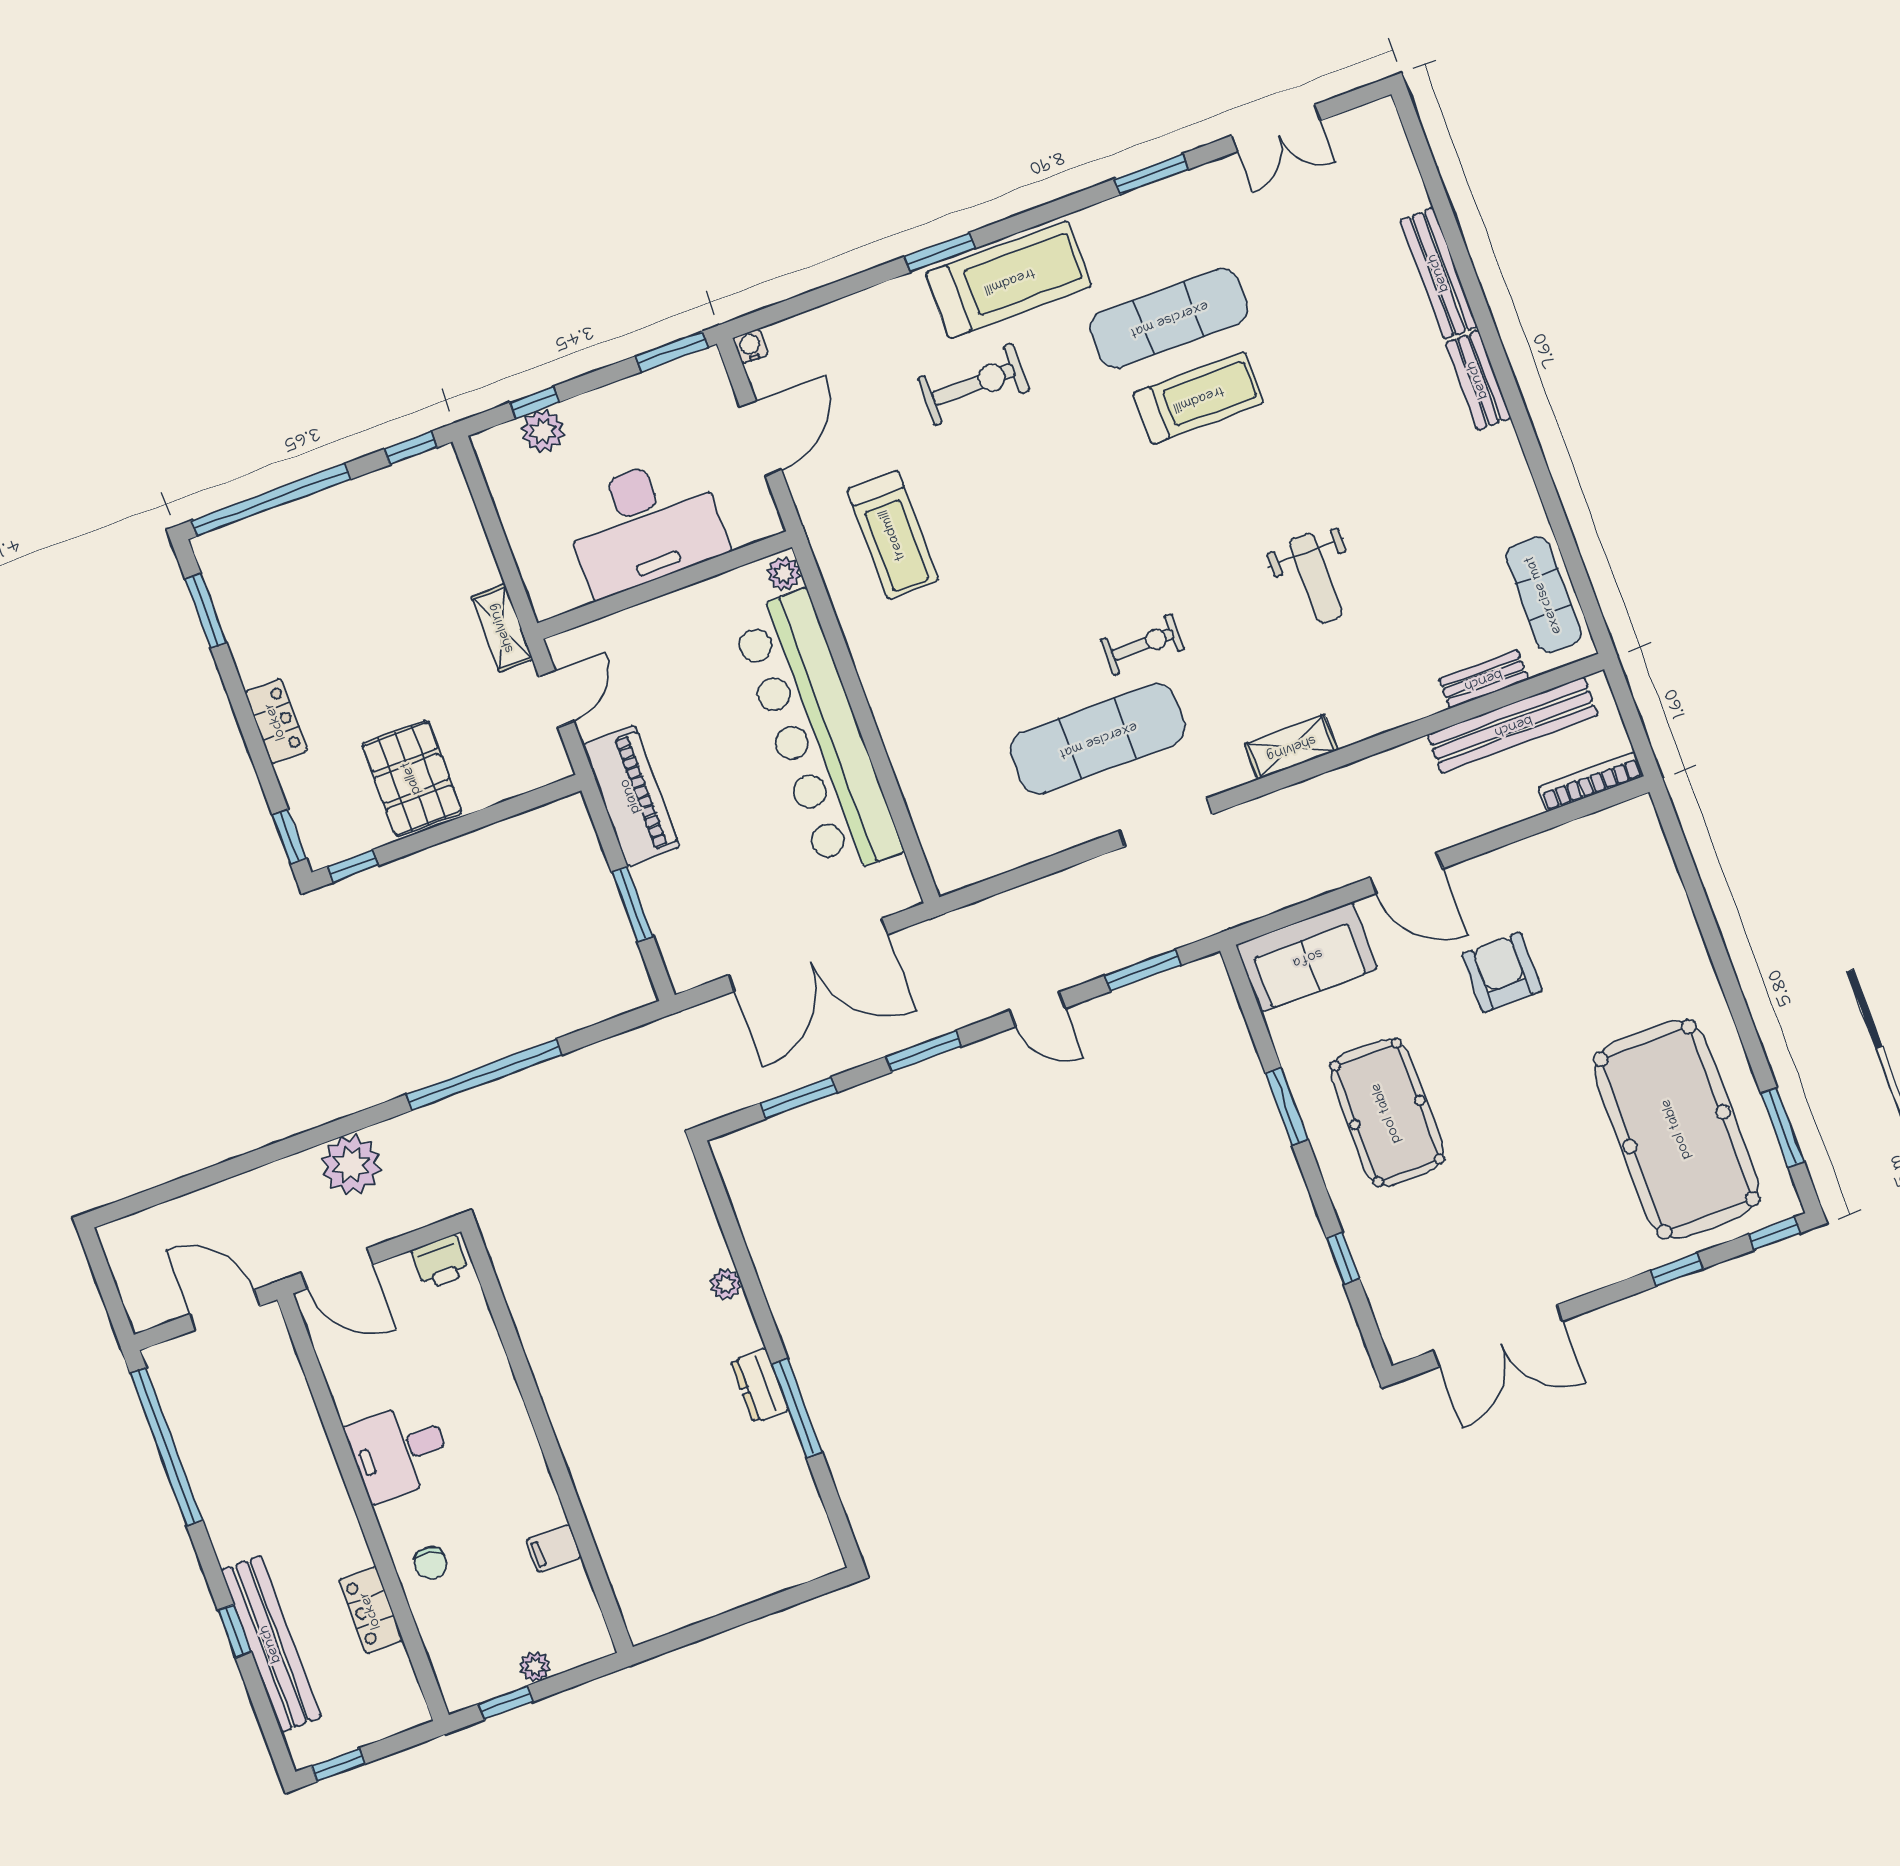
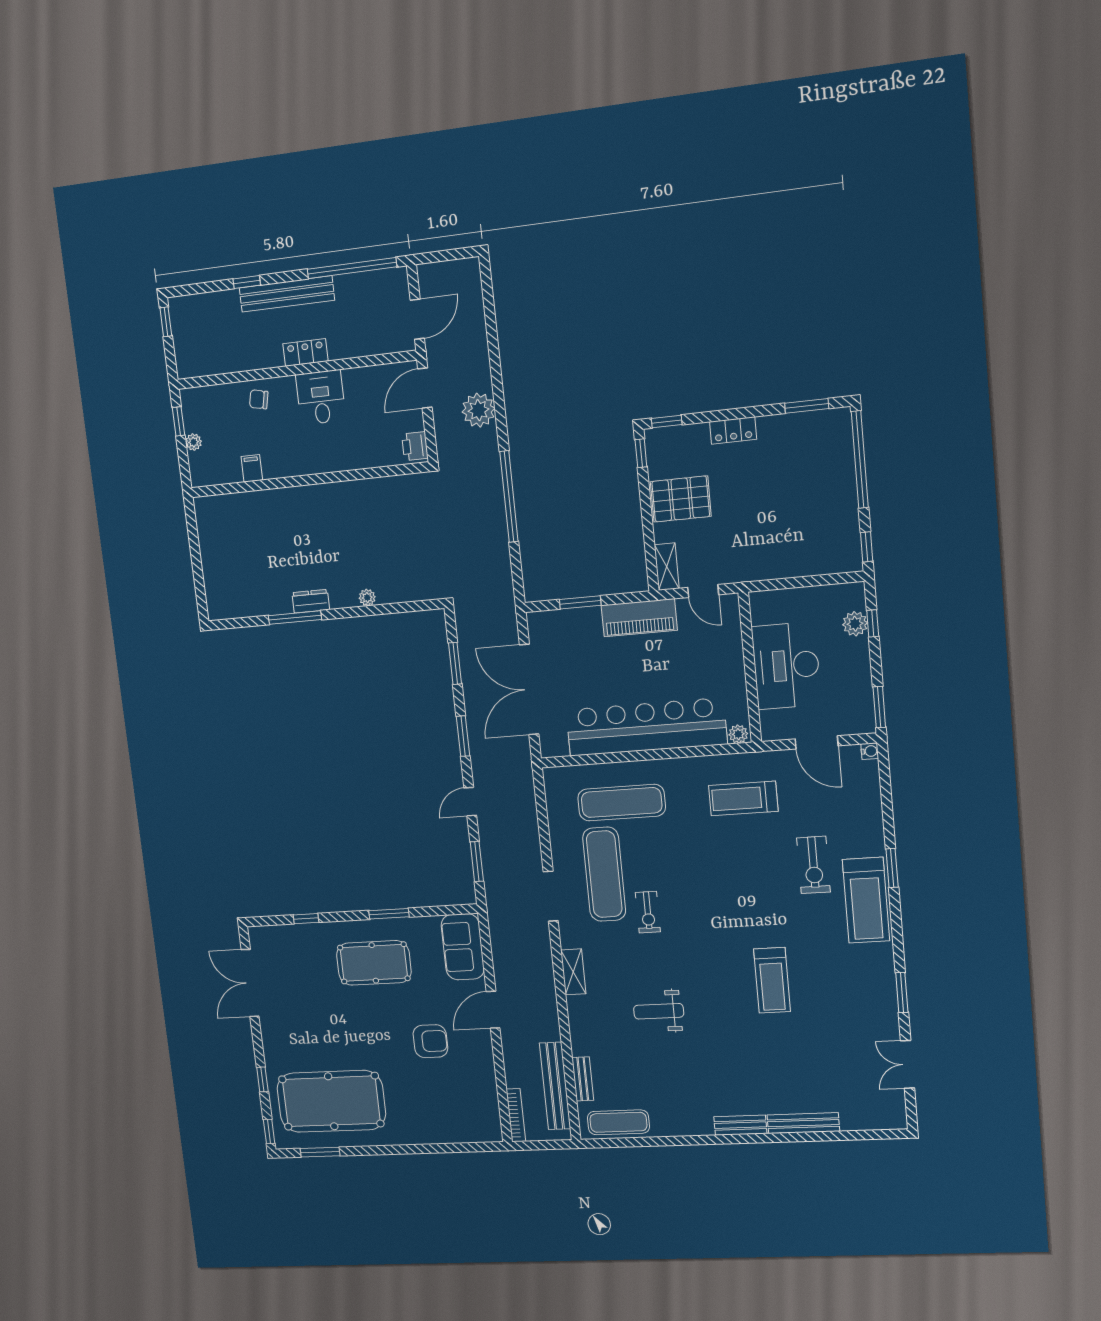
exercise mat: (1169, 318) -> (622, 803), moved, turned 90
shelving: (502, 628) -> (667, 567), moved, turned 90
locker: (371, 1610) -> (305, 352), moved
bench: (271, 1644) -> (287, 294), moved

